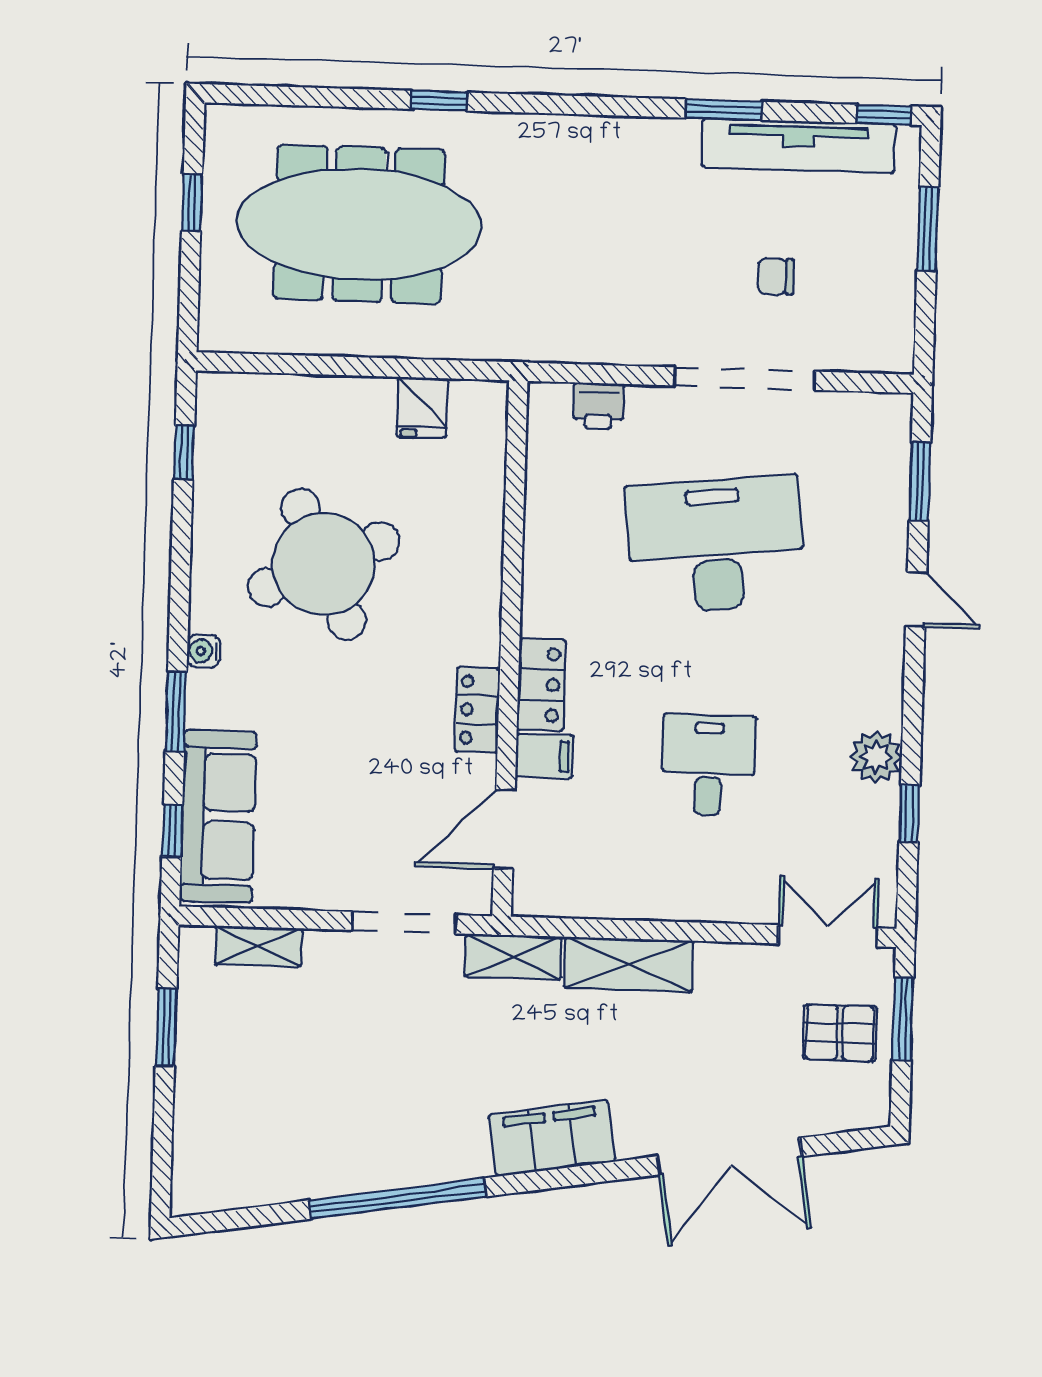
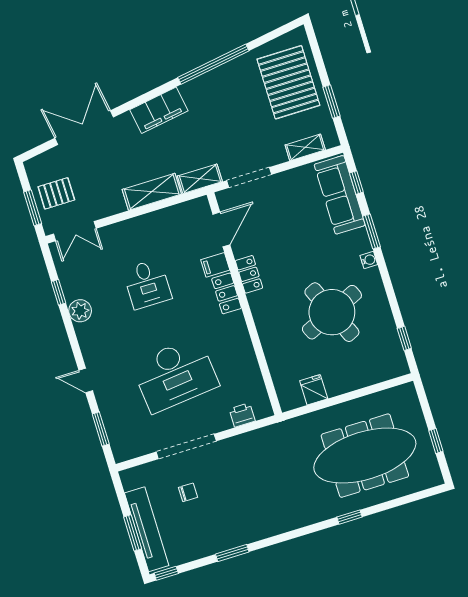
tv unit: (798, 146) -> (147, 529), moved, turned 90
pallet: (246, 1102) -> (288, 82), added

